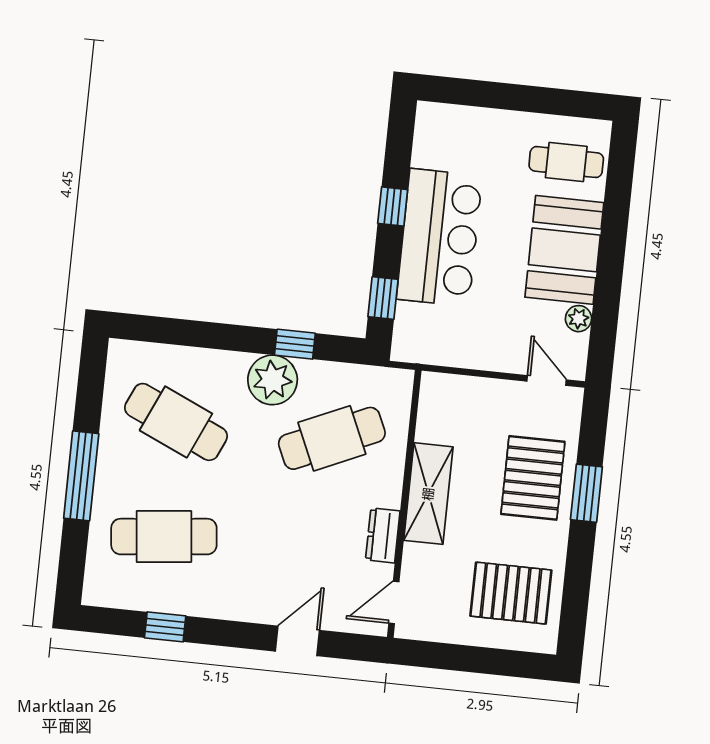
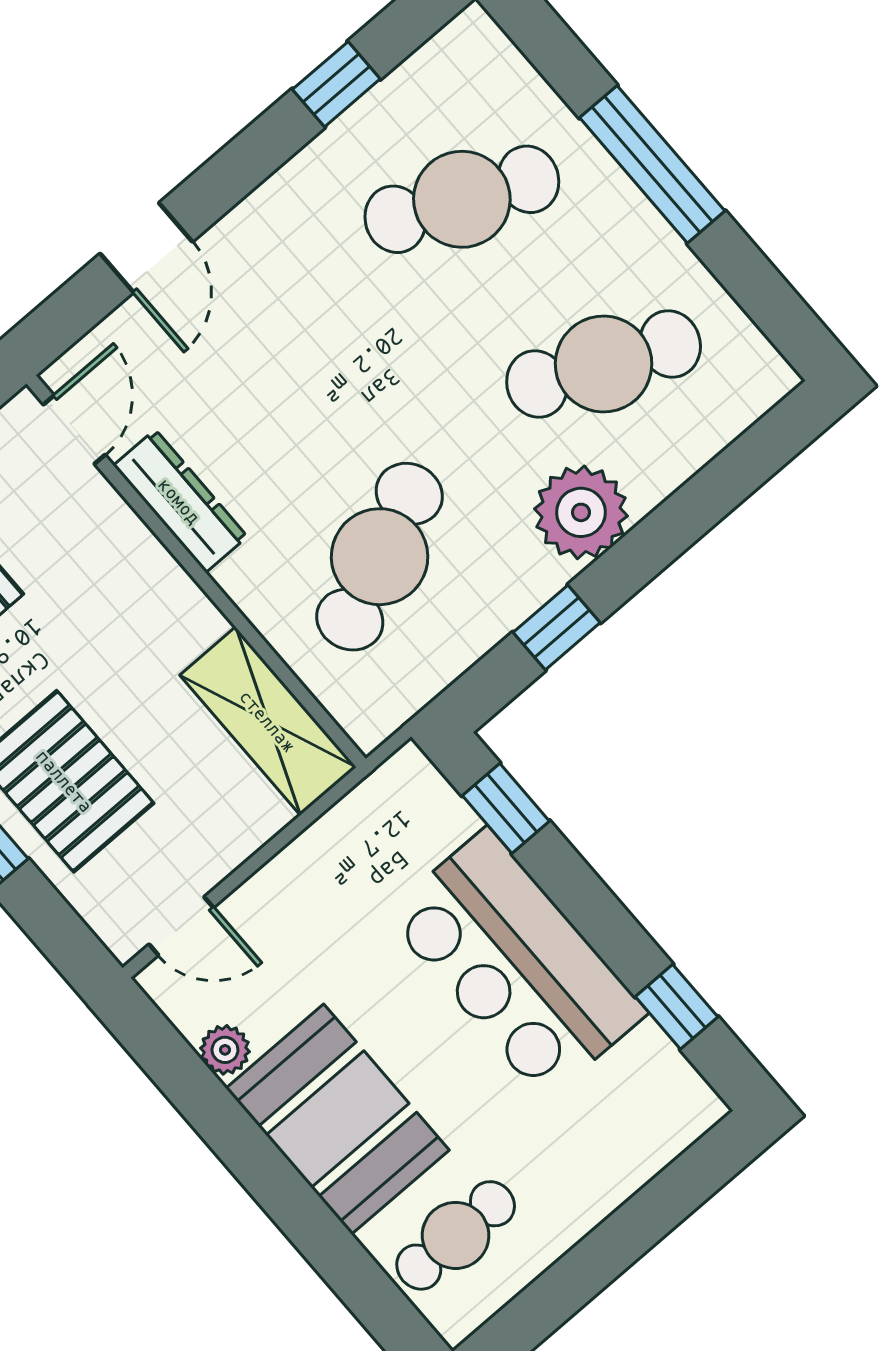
window: (393, 206) -> (677, 1007), moved
plant: (273, 380) -> (581, 512), moved
shelving: (428, 494) -> (268, 721), moved
dresser: (383, 535) -> (180, 501), width x1.44
cafe table: (164, 537) -> (462, 199), turned 30

